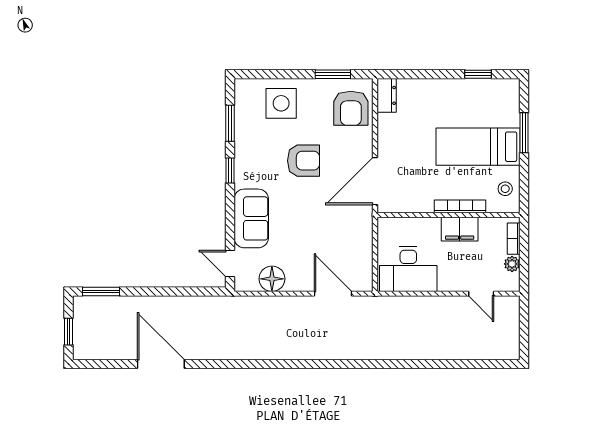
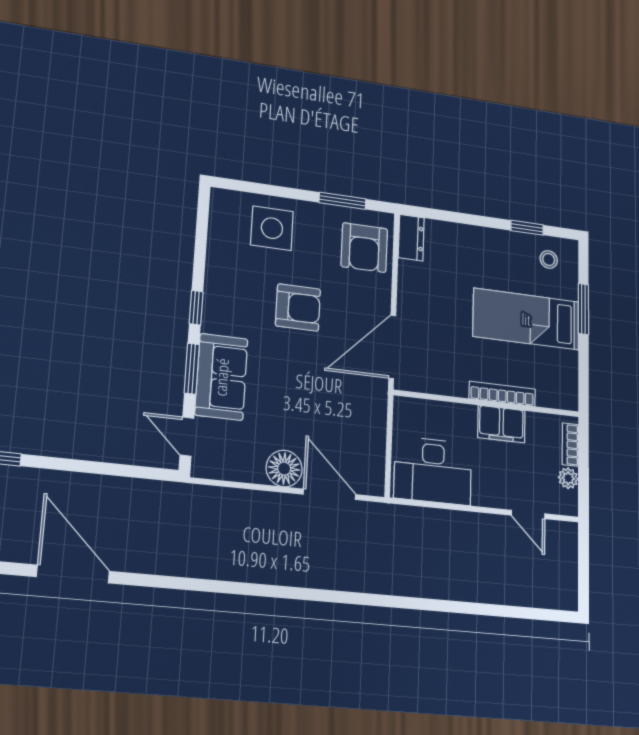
window: (230, 123) -> (192, 369), moved
stool: (505, 189) -> (549, 259), moved
floor lamp: (272, 279) -> (284, 469), moved

